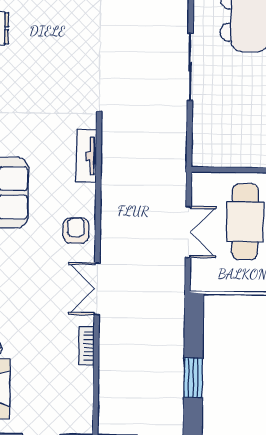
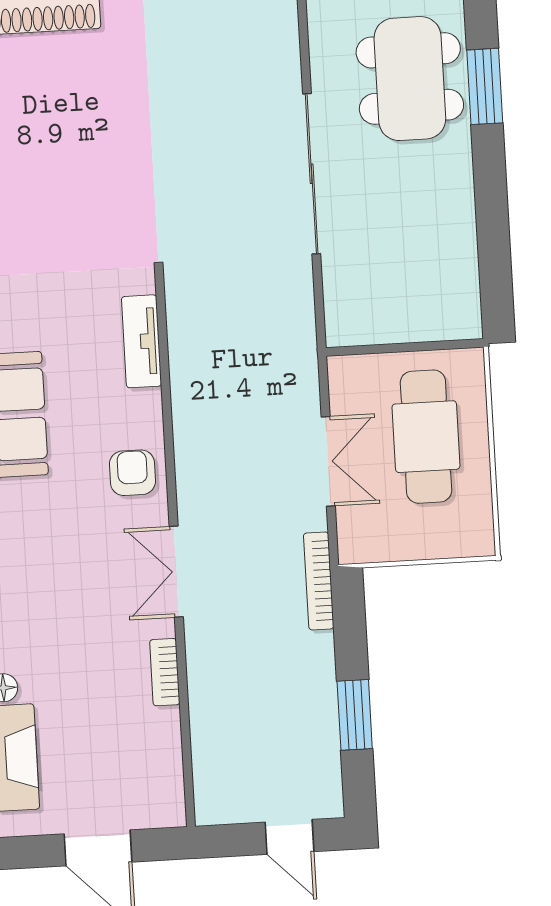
sliding door: (190, 67) -> (312, 174), width x1.36
bookcase: (178, 300) -> (319, 581), added

